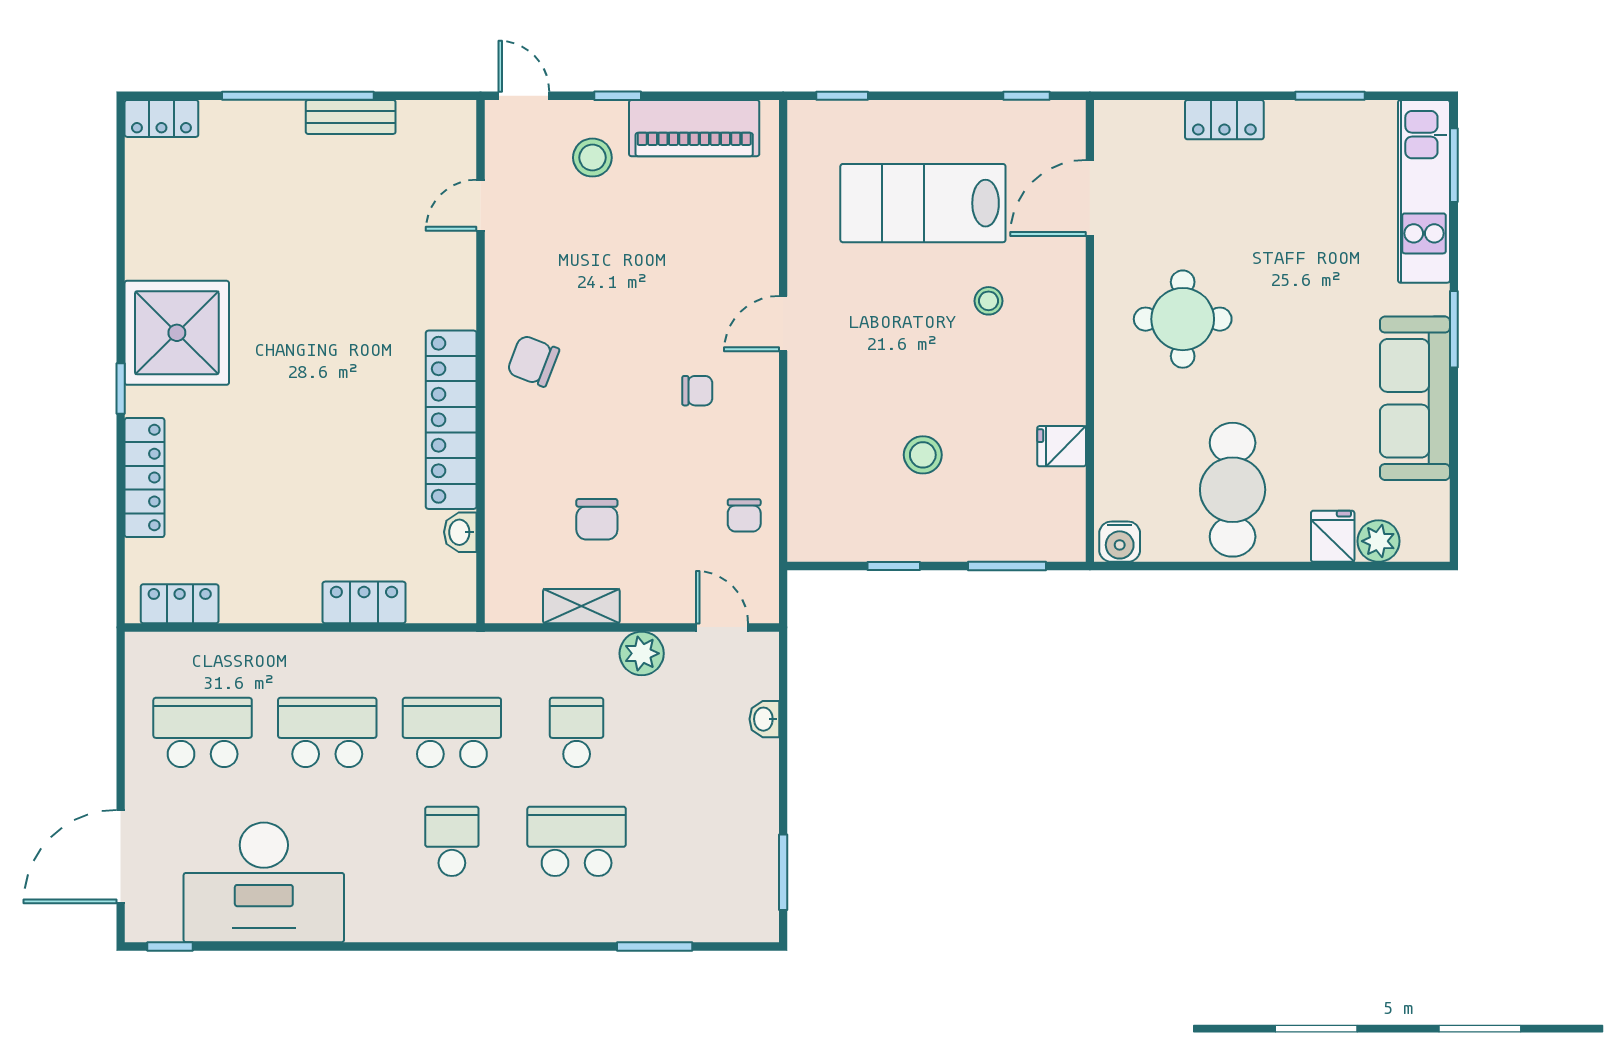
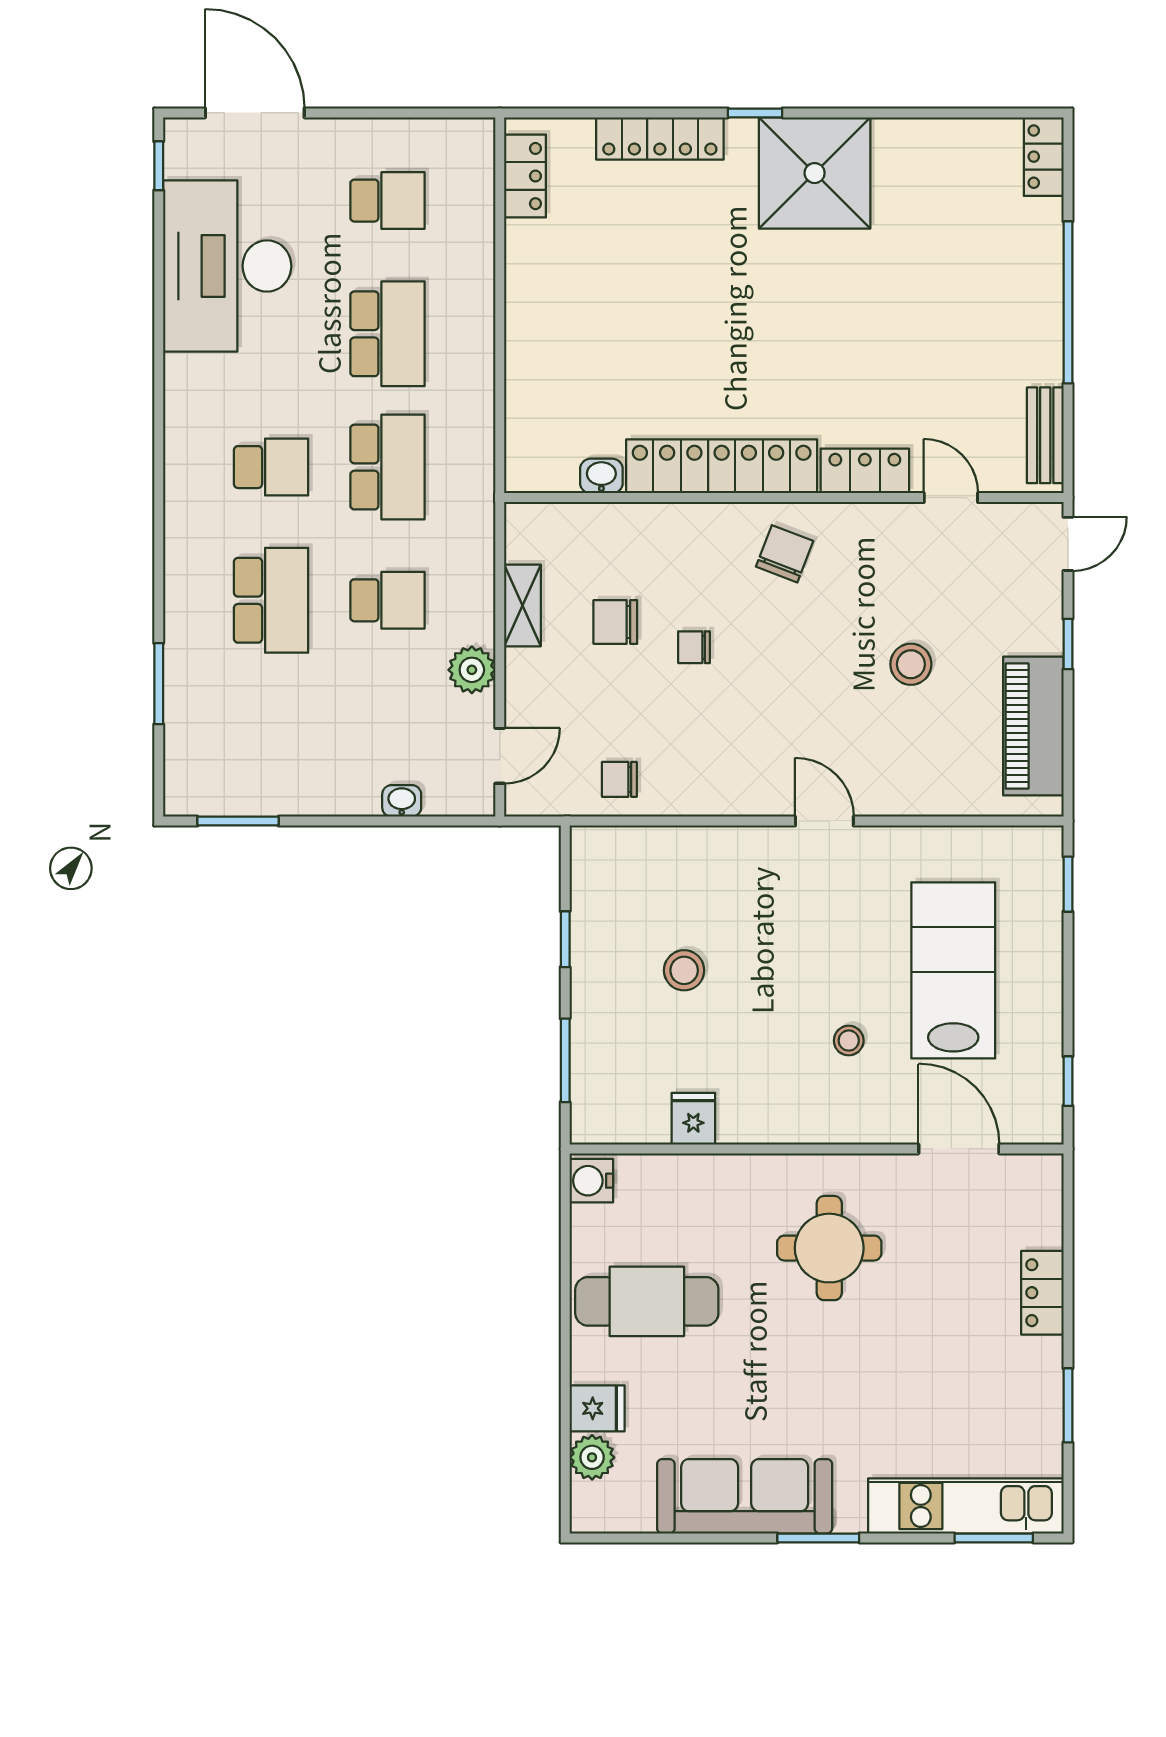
bench: (351, 117) -> (1045, 435), moved
stool: (592, 158) -> (911, 664), moved
chair: (697, 391) -> (694, 647), moved, turned 90
locker: (364, 602) -> (865, 471), moved, turned -90
school desk: (203, 732) -> (387, 201), width x0.54

